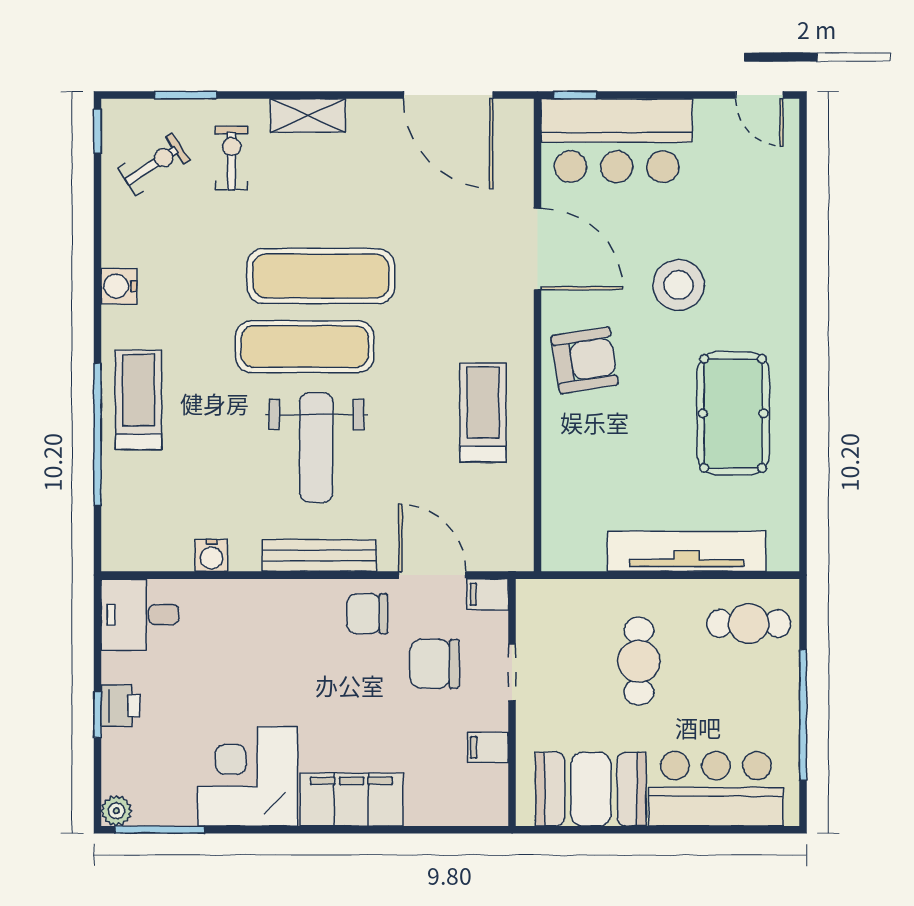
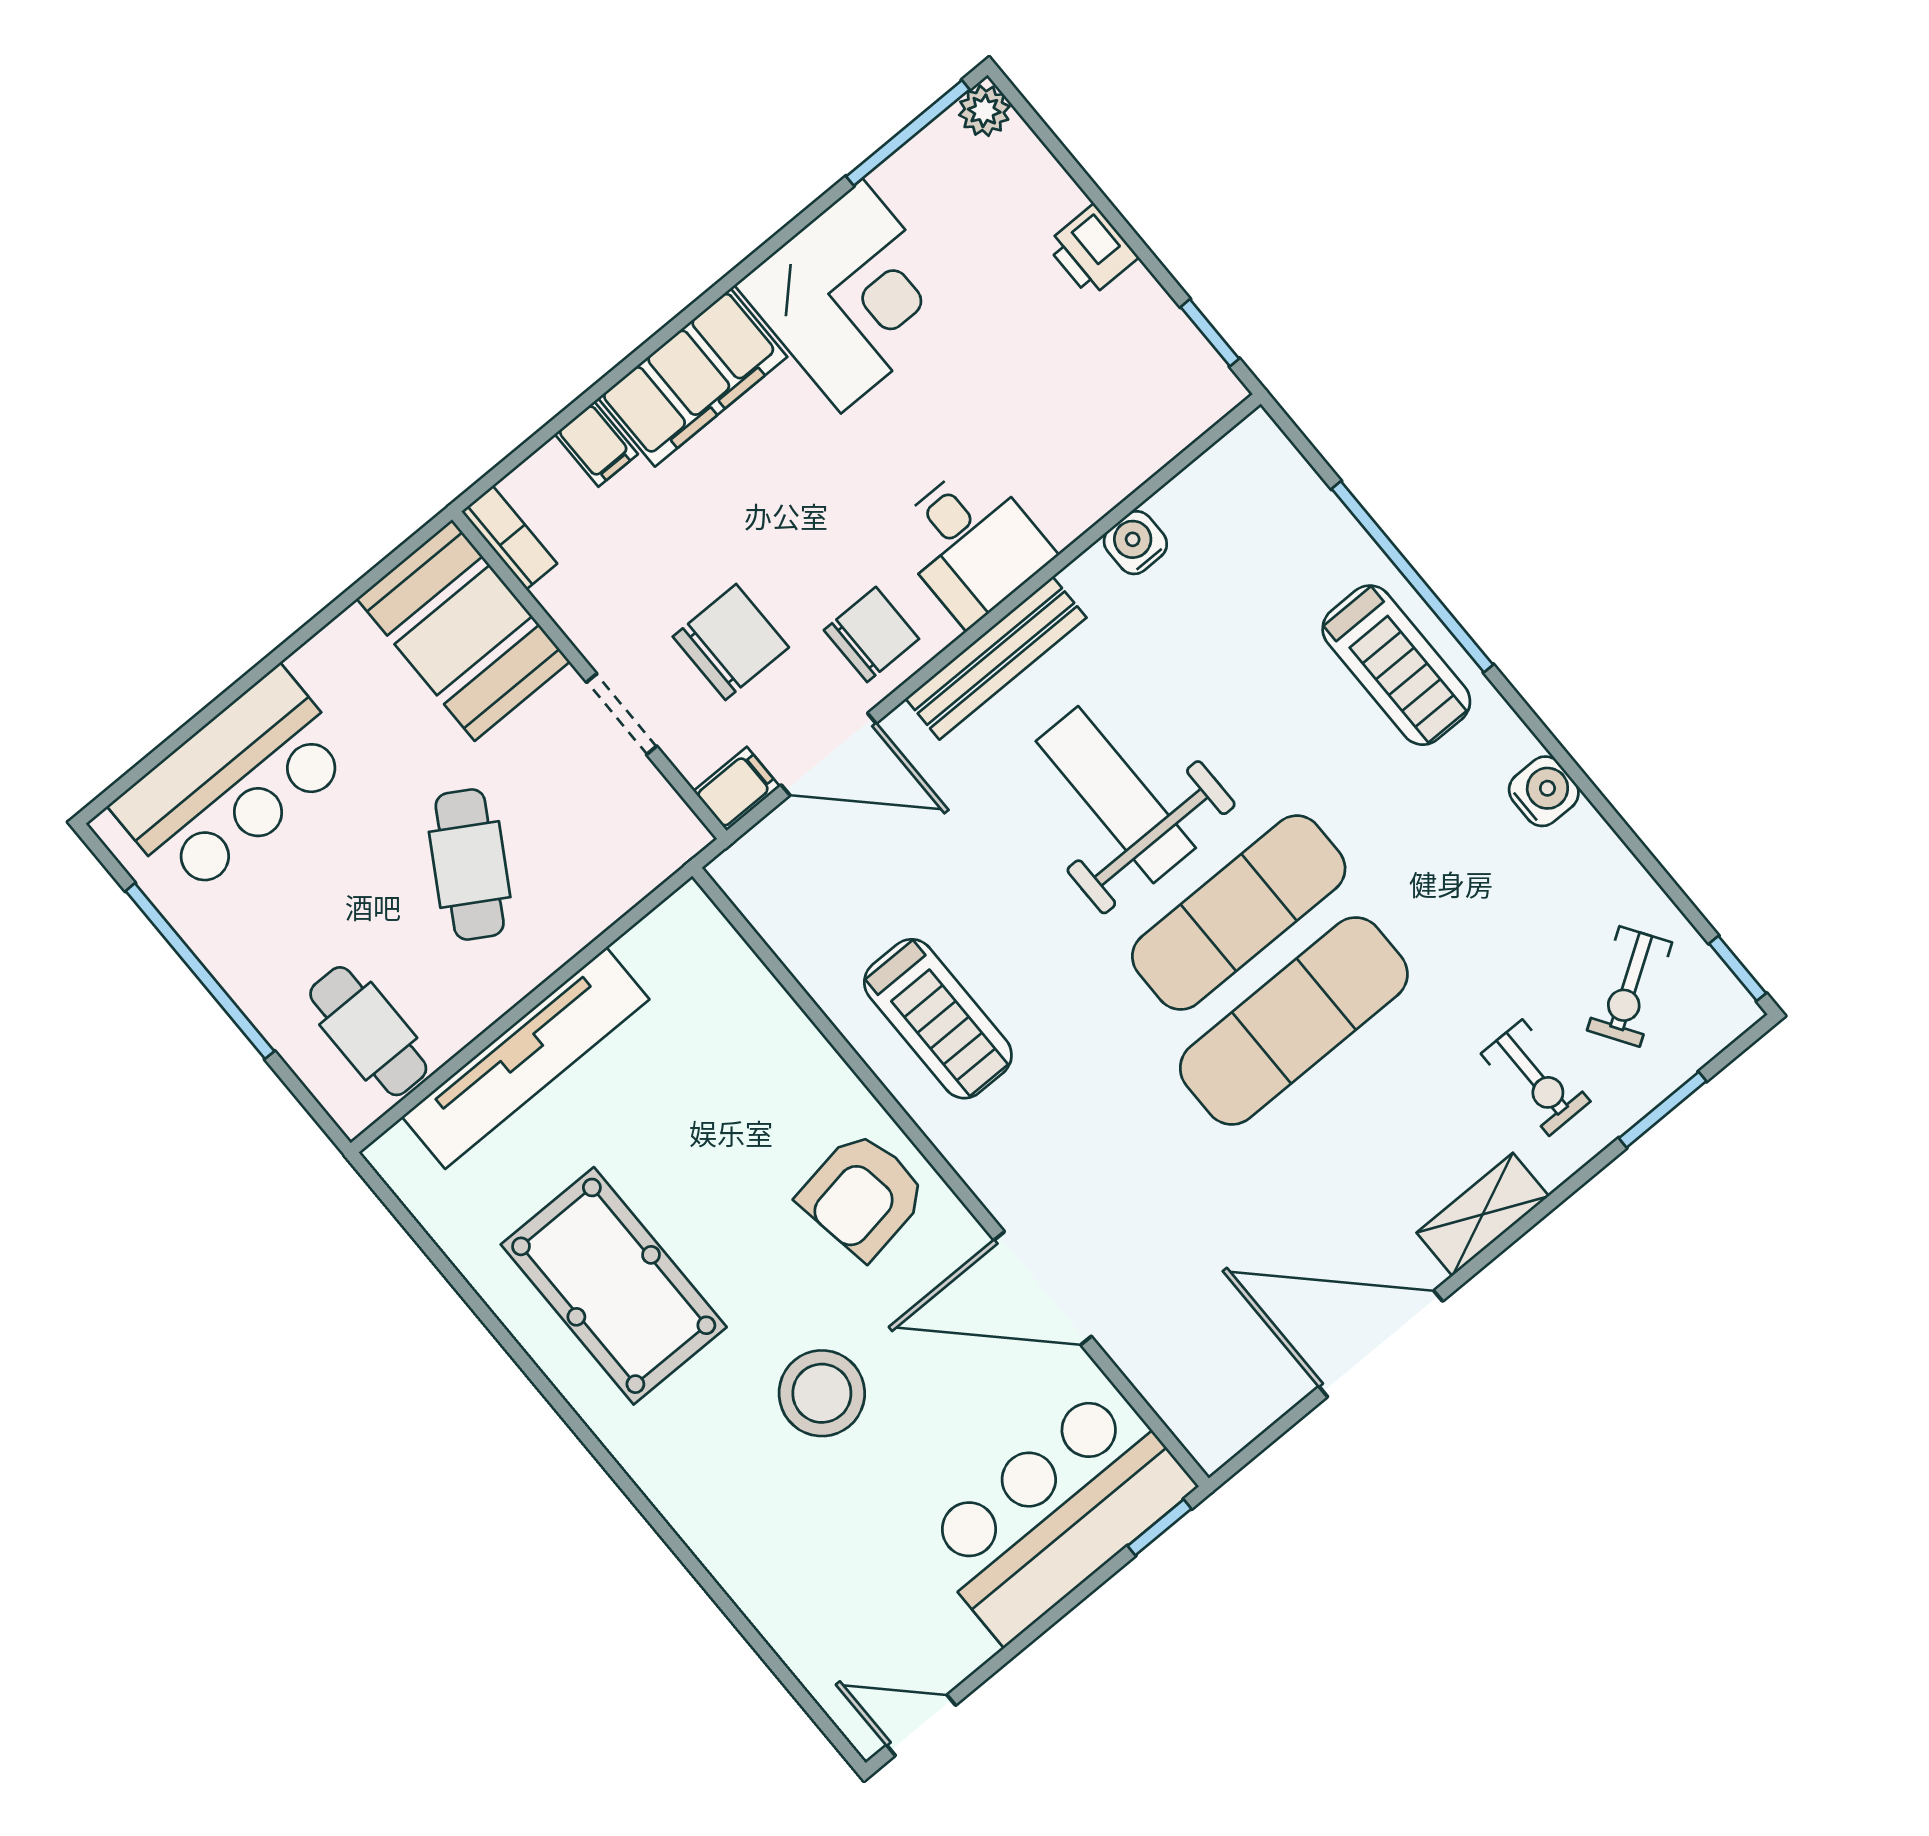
door: (448, 95) -> (1381, 1344), moved
desk: (140, 615) -> (971, 543), moved, turned 90
cafe table: (749, 623) -> (368, 1031), turned 90
cafe table: (639, 661) -> (470, 864), turned 31
window: (97, 715) -> (1210, 333), moved
filing cabinet: (488, 747) -> (596, 444), moved, turned 90
booth: (591, 789) -> (463, 630), moved, turned 90
bookcase: (496, 796) -> (509, 538), added

